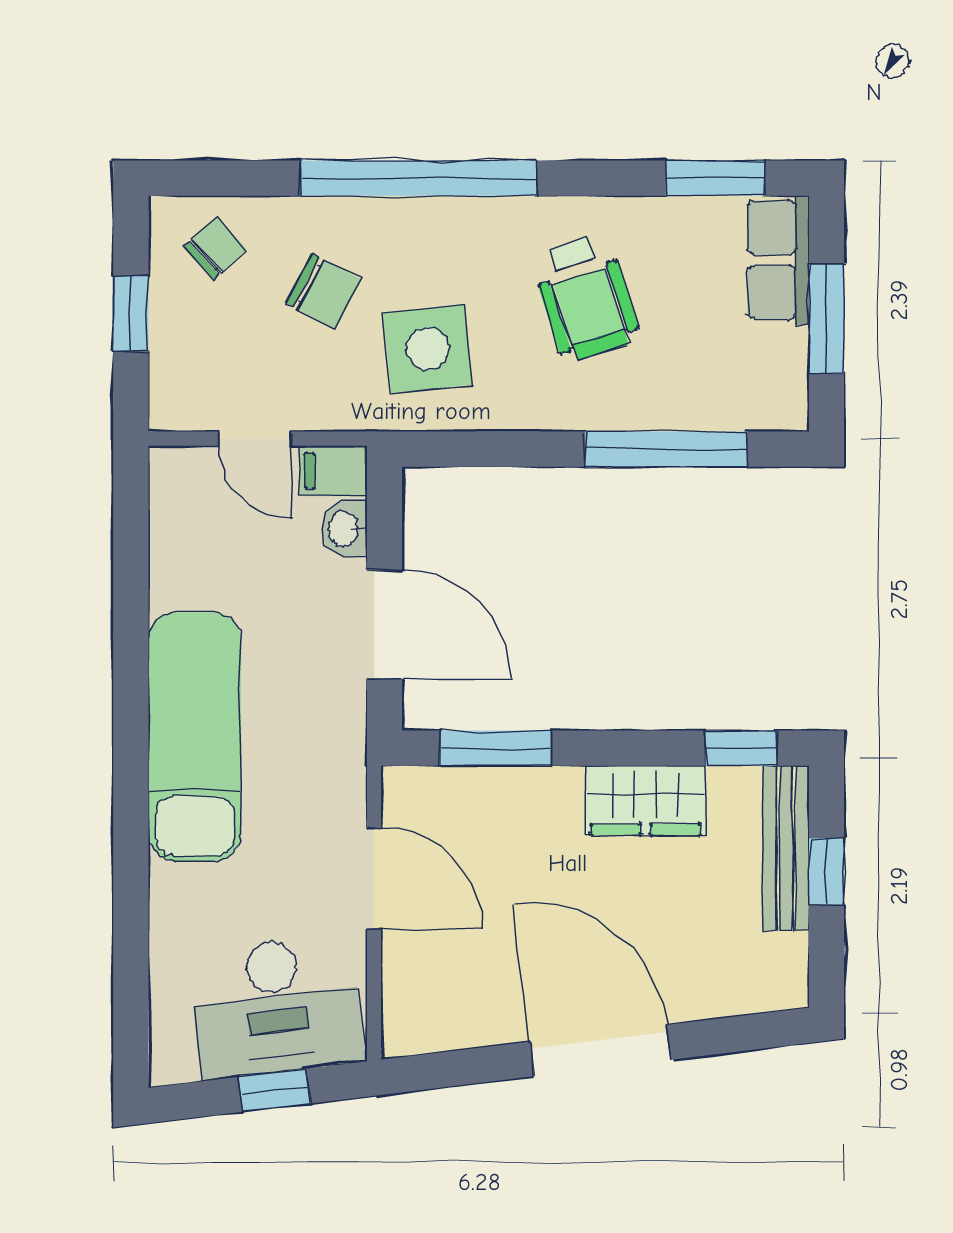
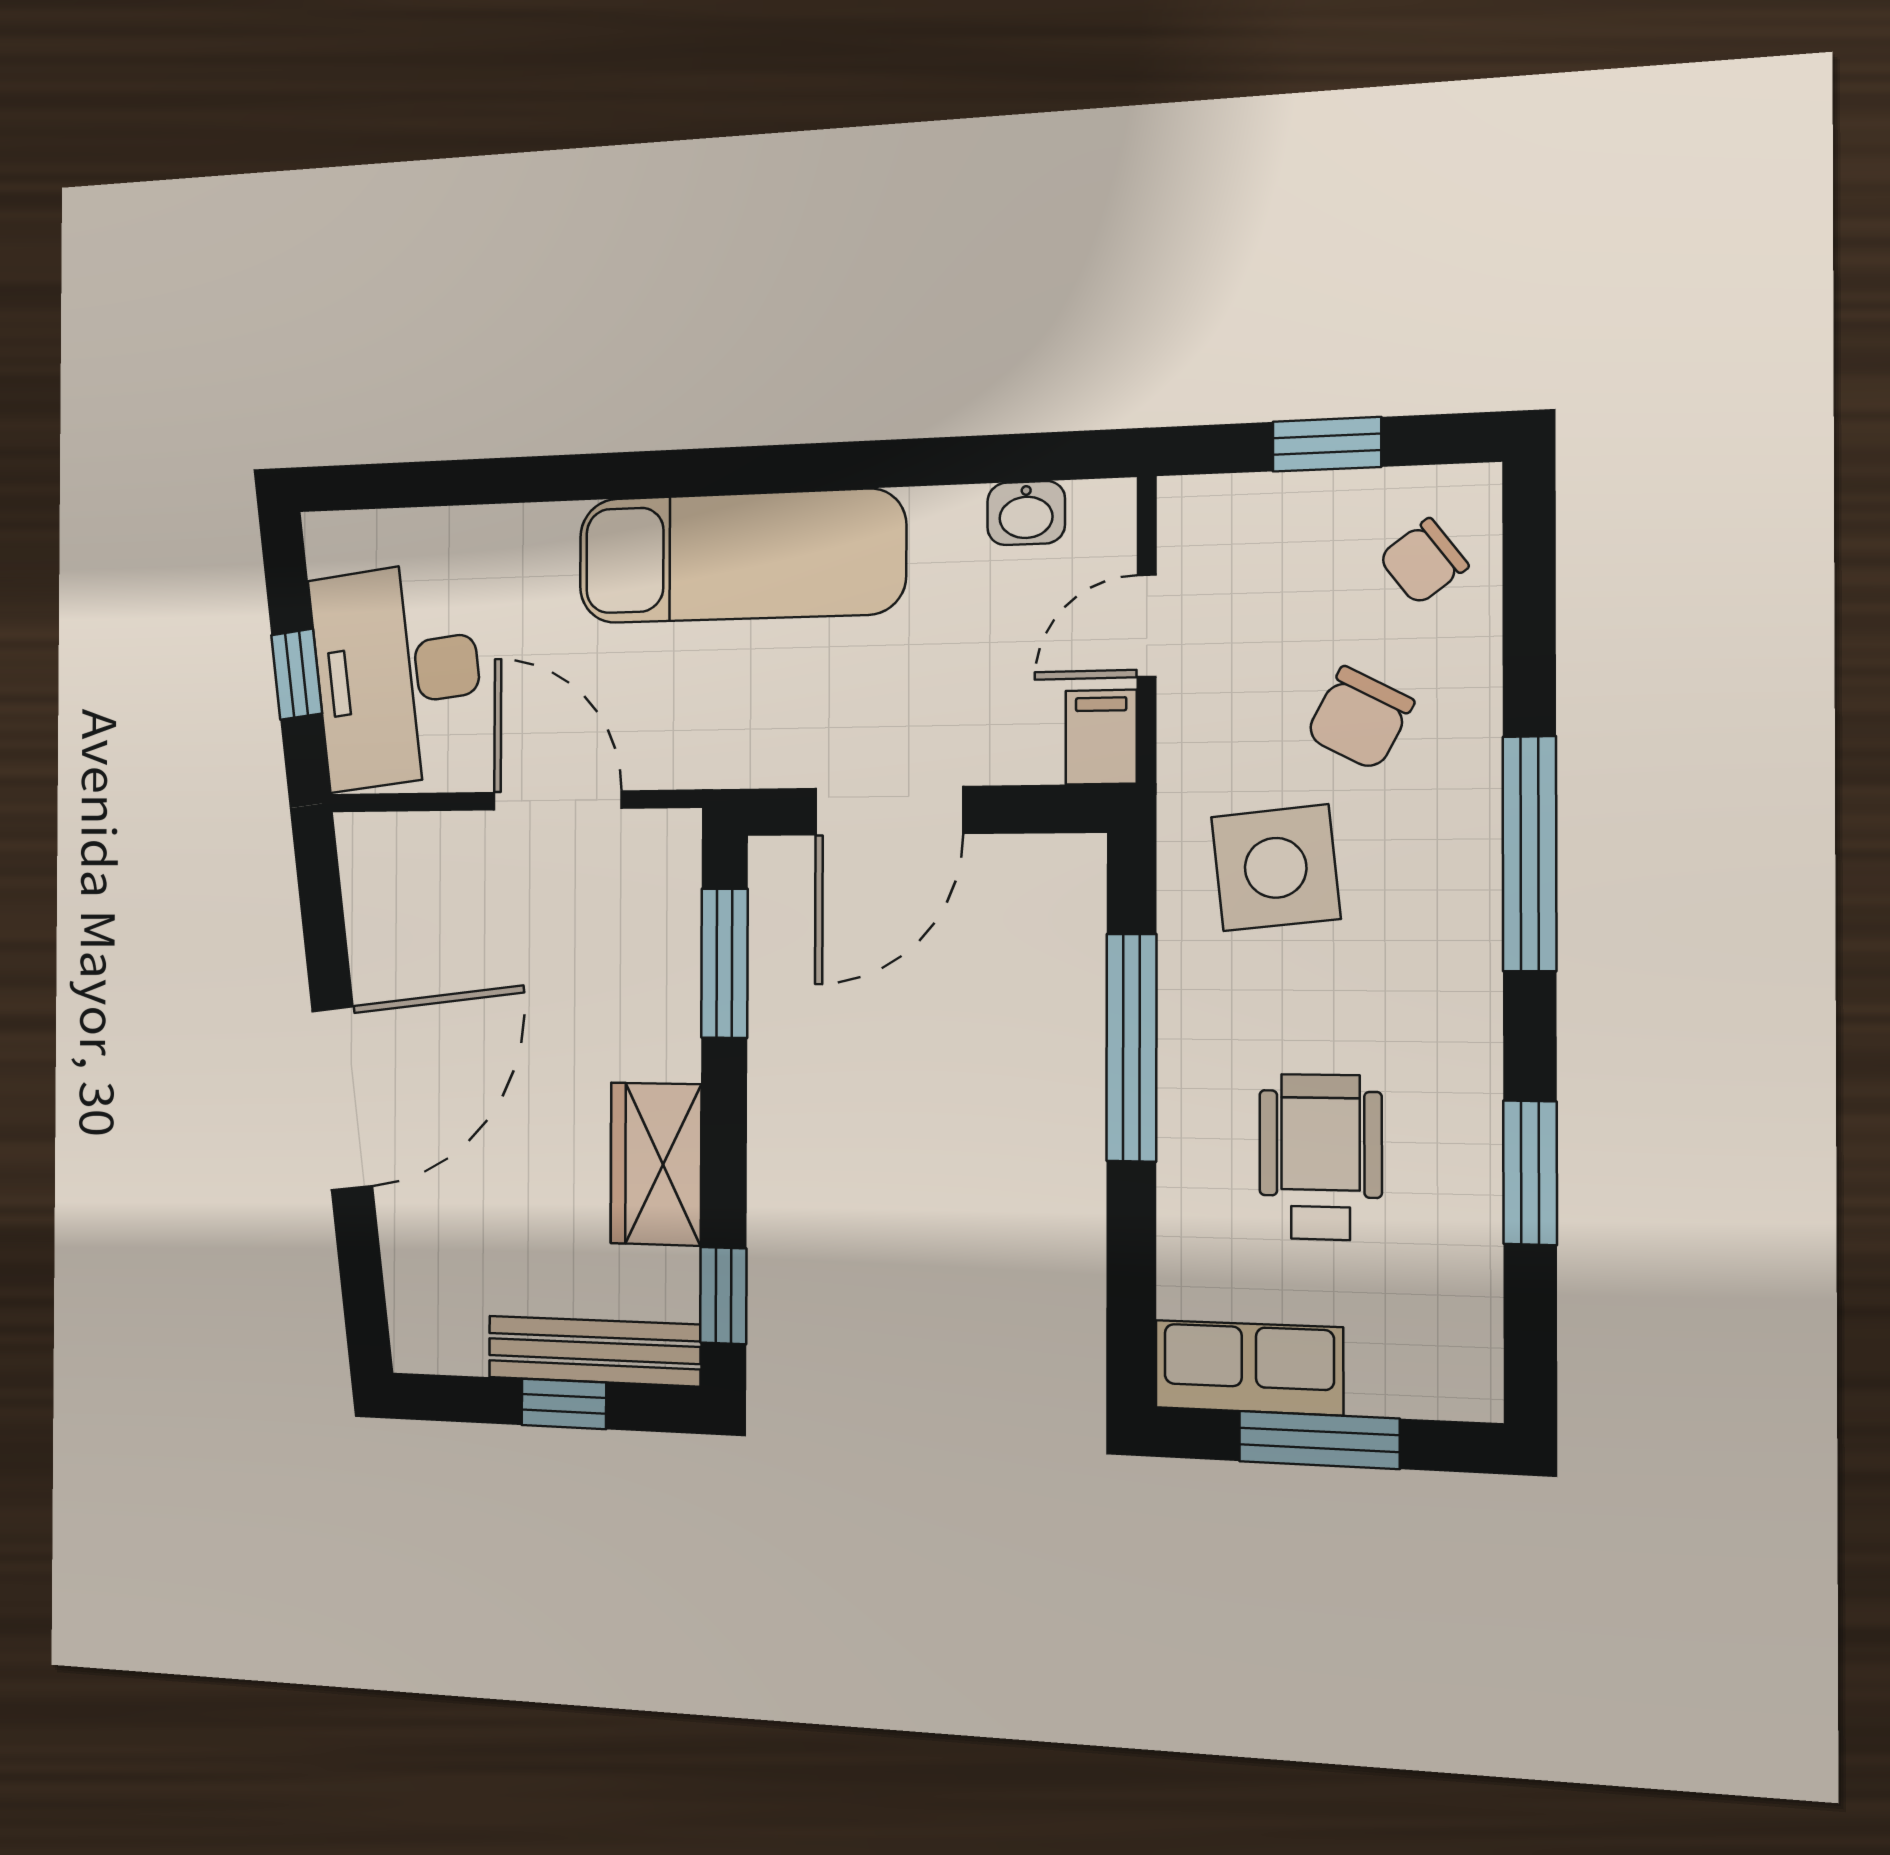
window: (419, 178) -> (1529, 854), width x0.68
window: (715, 178) -> (1530, 1173), moved
chair: (215, 248) -> (1423, 562), turned 95
row of seats: (778, 260) -> (1249, 1368), moved
wheelchair: (586, 298) -> (1320, 1157), moved, turned 108
window: (666, 449) -> (1131, 1047), moved
washbasin: (344, 529) -> (1026, 513), moved, turned 180
door: (374, 878) -> (557, 800), swing flipped

